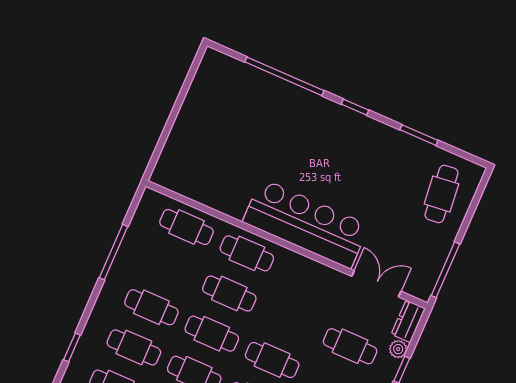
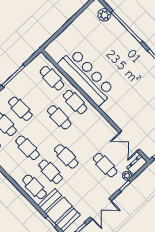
plant: (234, 71) -> (104, 15), added
bar counter: (306, 224) -> (87, 77), moved
double door: (376, 284) -> (129, 141), swing flipped
cafe table: (212, 334) -> (43, 133), removed

